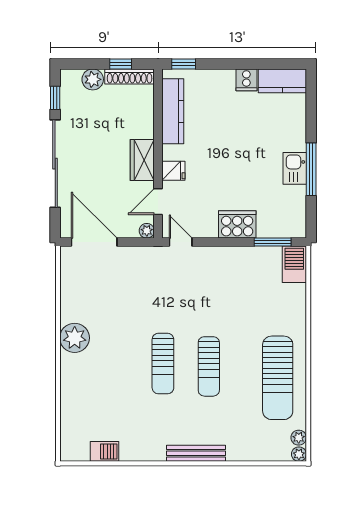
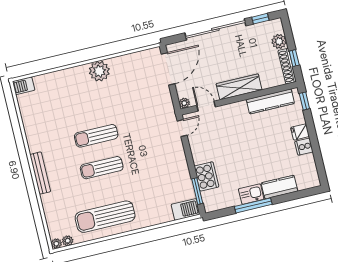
kitchen counter: (282, 81) -> (279, 187), moved, turned 90
wardrobe: (142, 160) -> (239, 87), width x1.50
fridge: (173, 171) -> (300, 132), moved, turned 90
cooker: (237, 224) -> (206, 176), moved
barbecue: (105, 451) -> (24, 86), moved, turned 90

